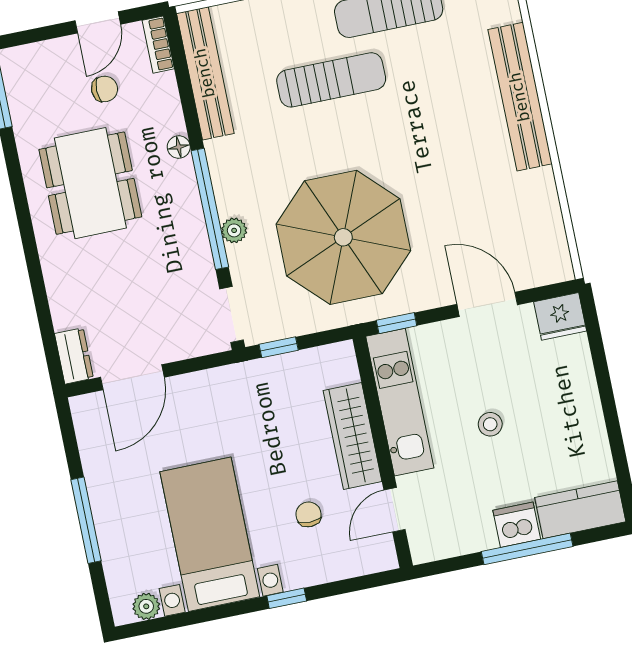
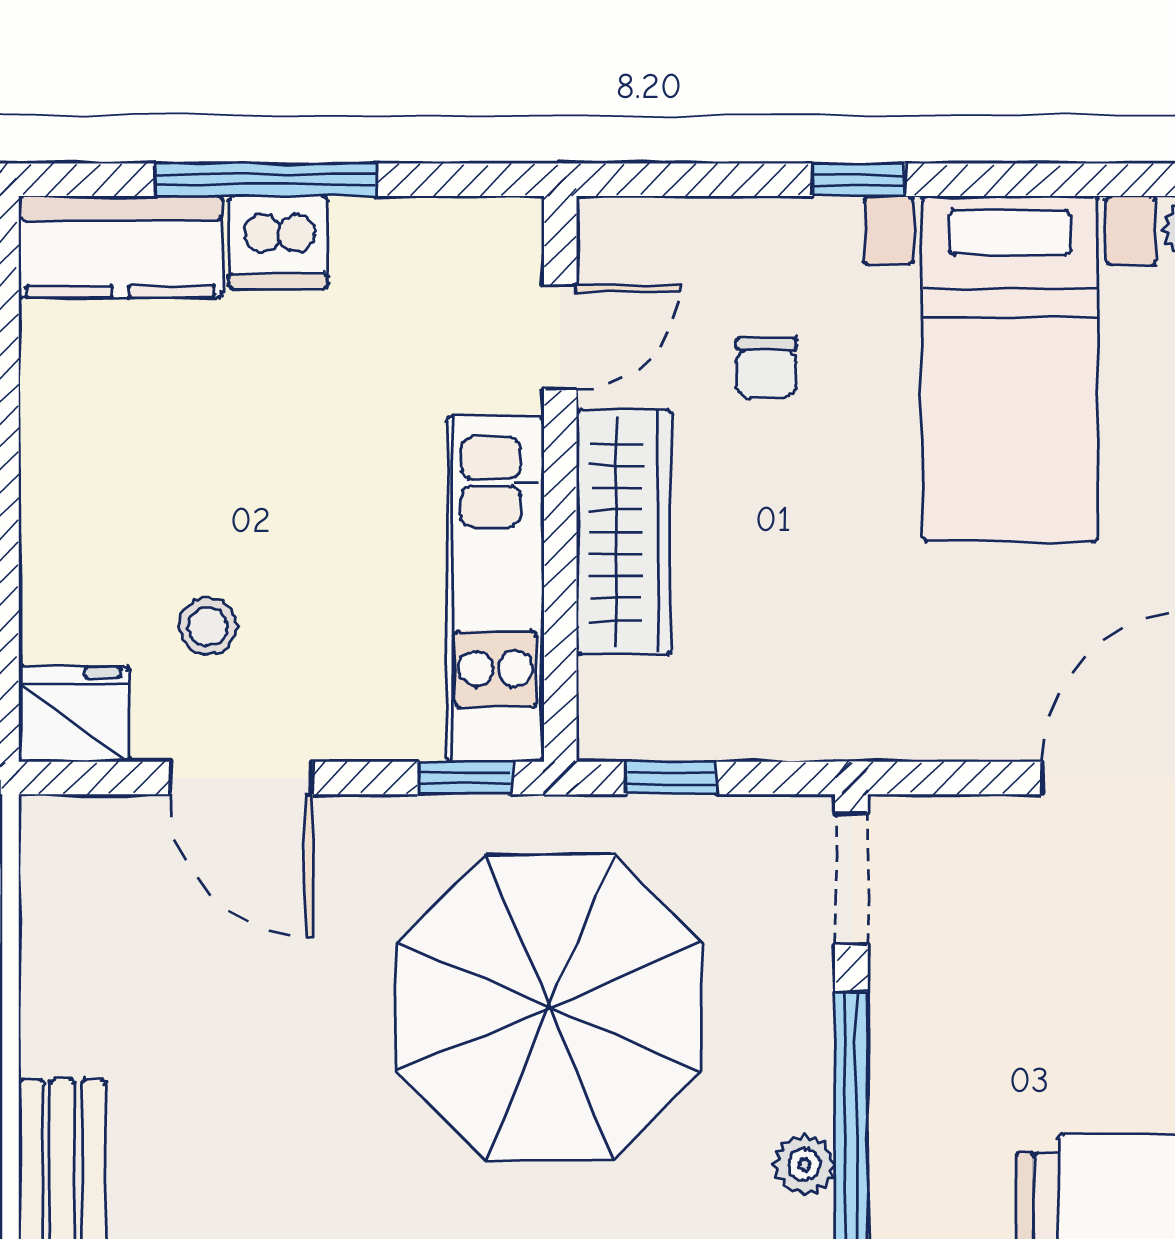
plant: (234, 230) -> (804, 1164), moved
window: (279, 347) -> (671, 778), moved
stool: (490, 424) -> (208, 626), moved

